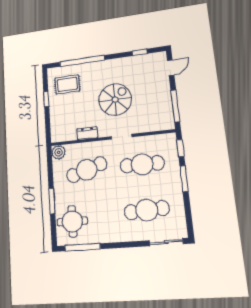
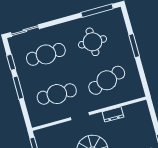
window: (180, 148) -> (11, 62), moved
plant: (59, 152) -> (137, 92), removed
round table: (72, 221) -> (92, 42), moved

